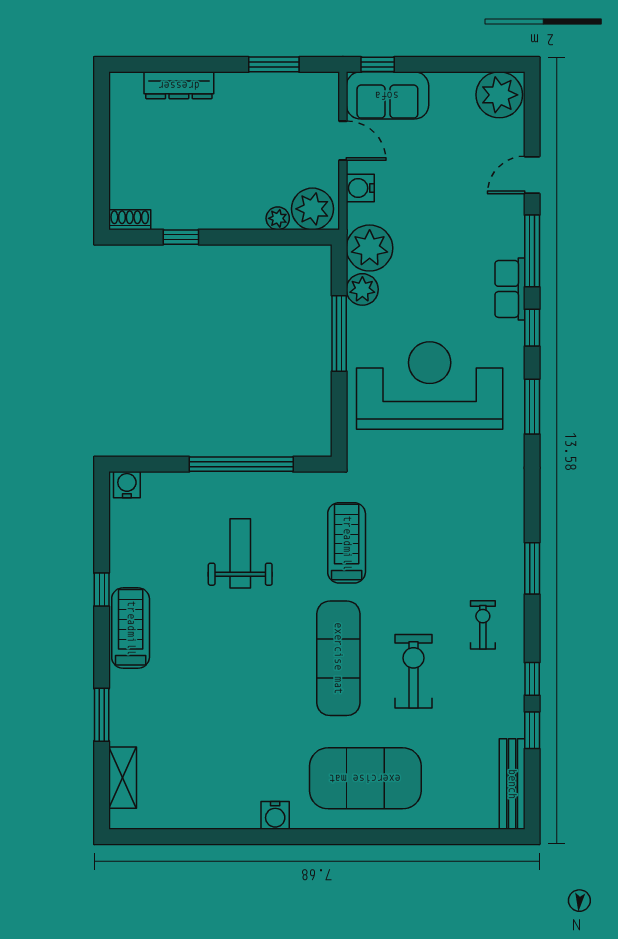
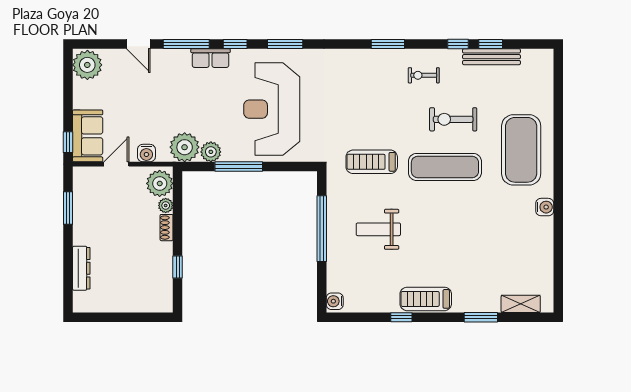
shoe rack: (130, 220) -> (167, 228), moved
bench: (512, 784) -> (491, 57), moved

